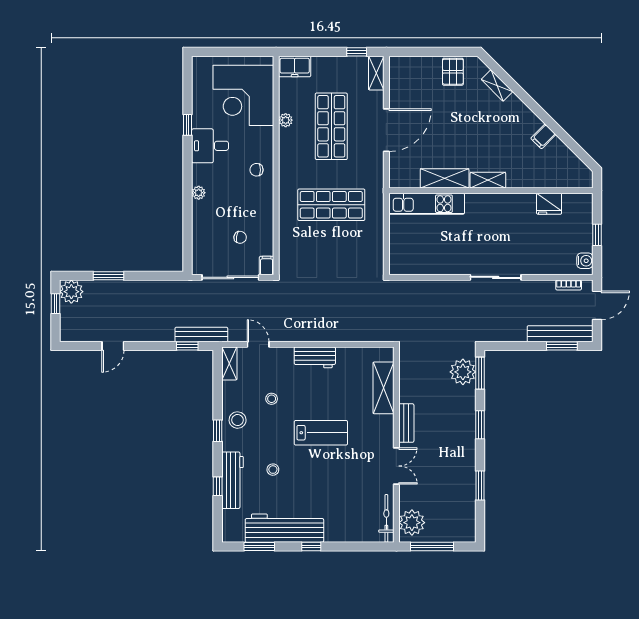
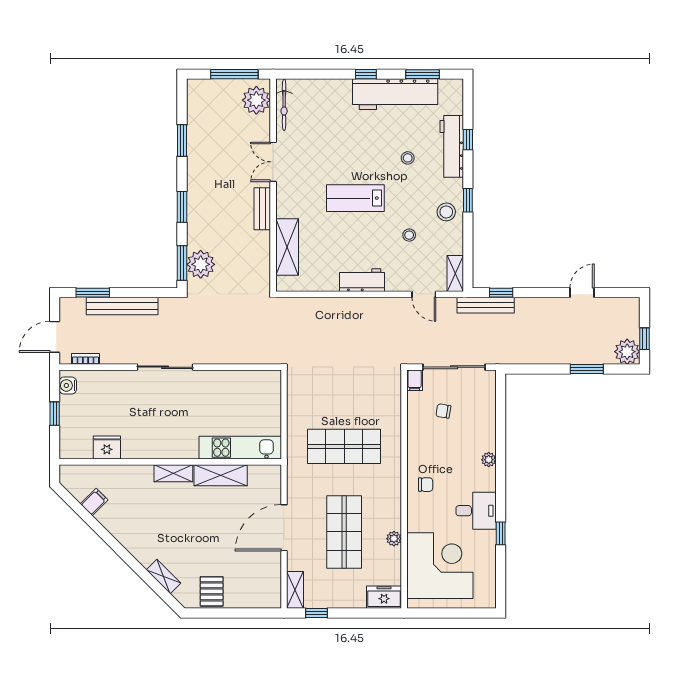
filing cabinet: (543, 136) -> (94, 502), moved
bench: (560, 334) -> (122, 306), moved

